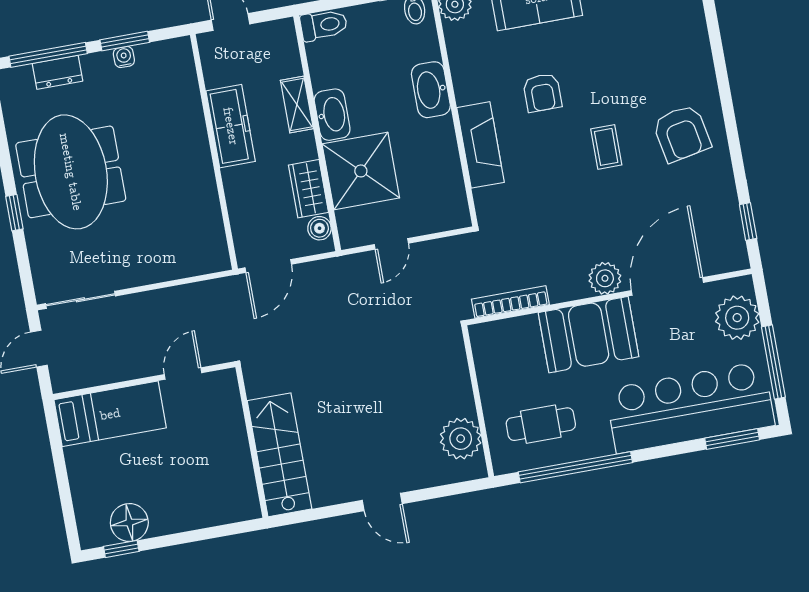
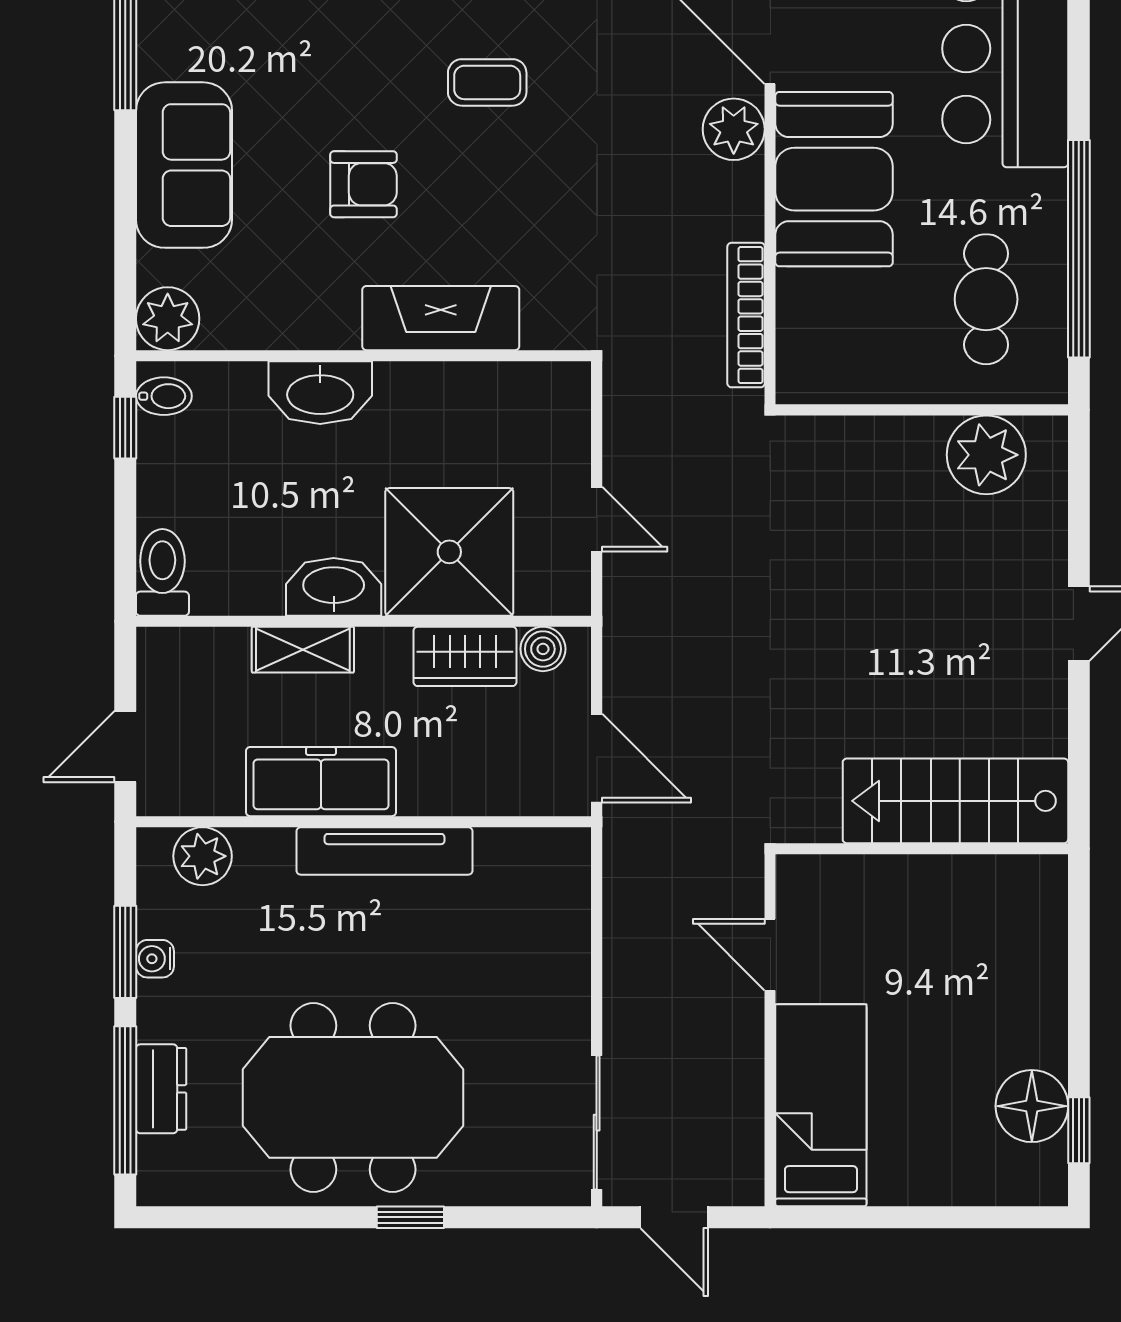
plant: (181, 72) -> (203, 856), added
tv unit: (201, 165) -> (385, 851), added

